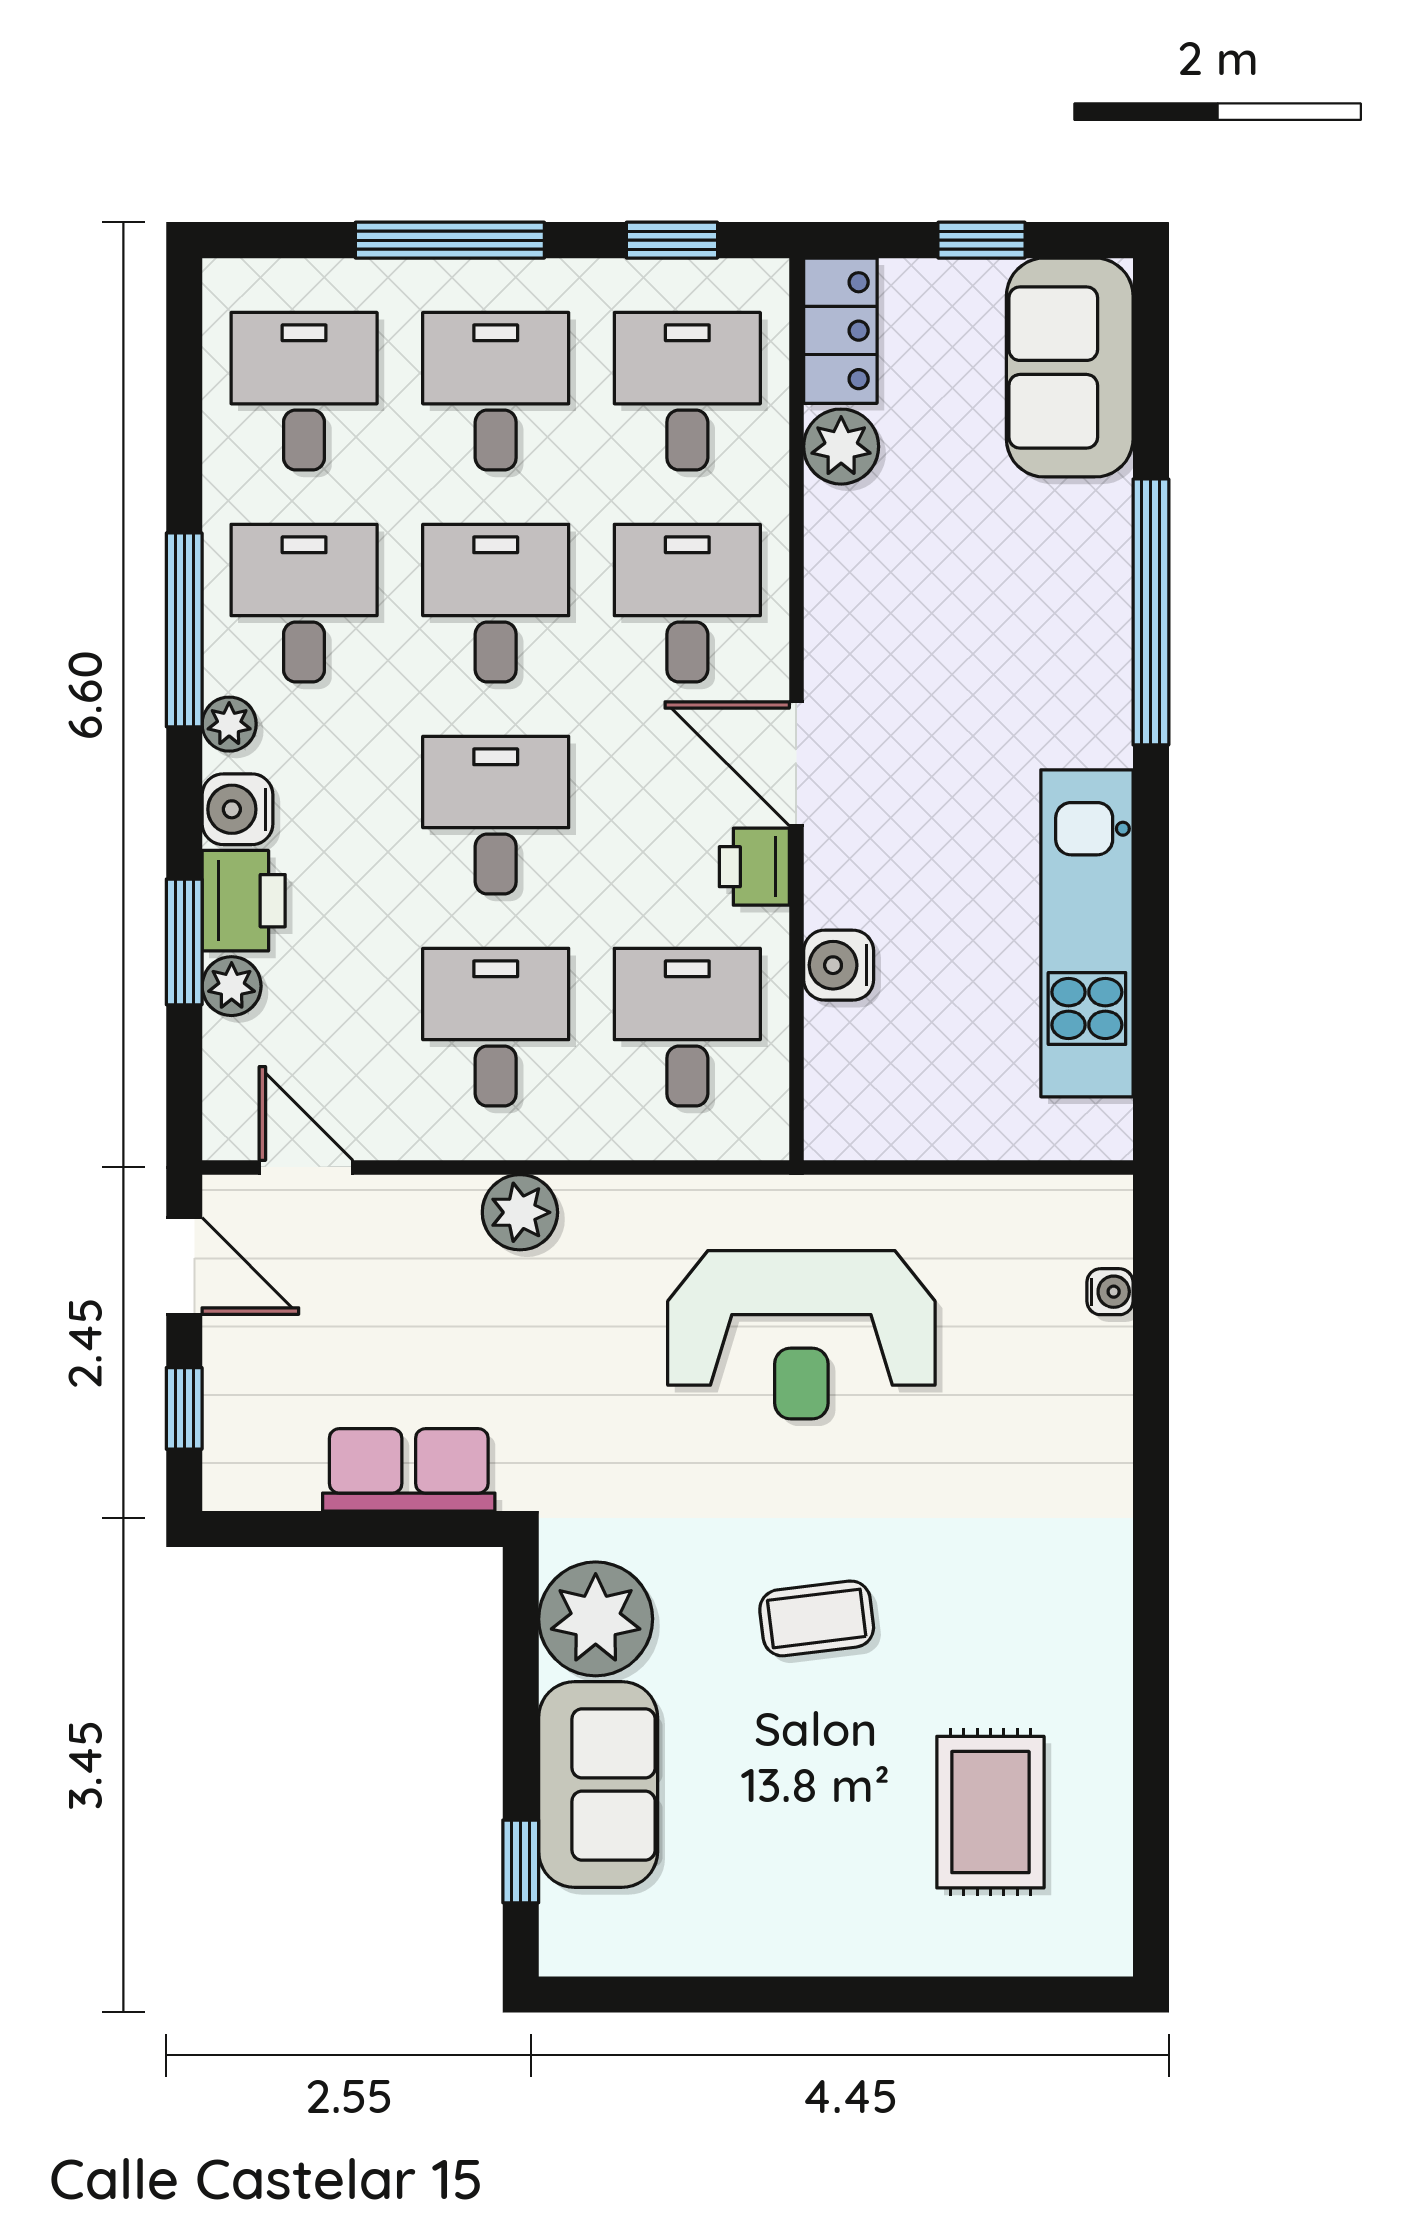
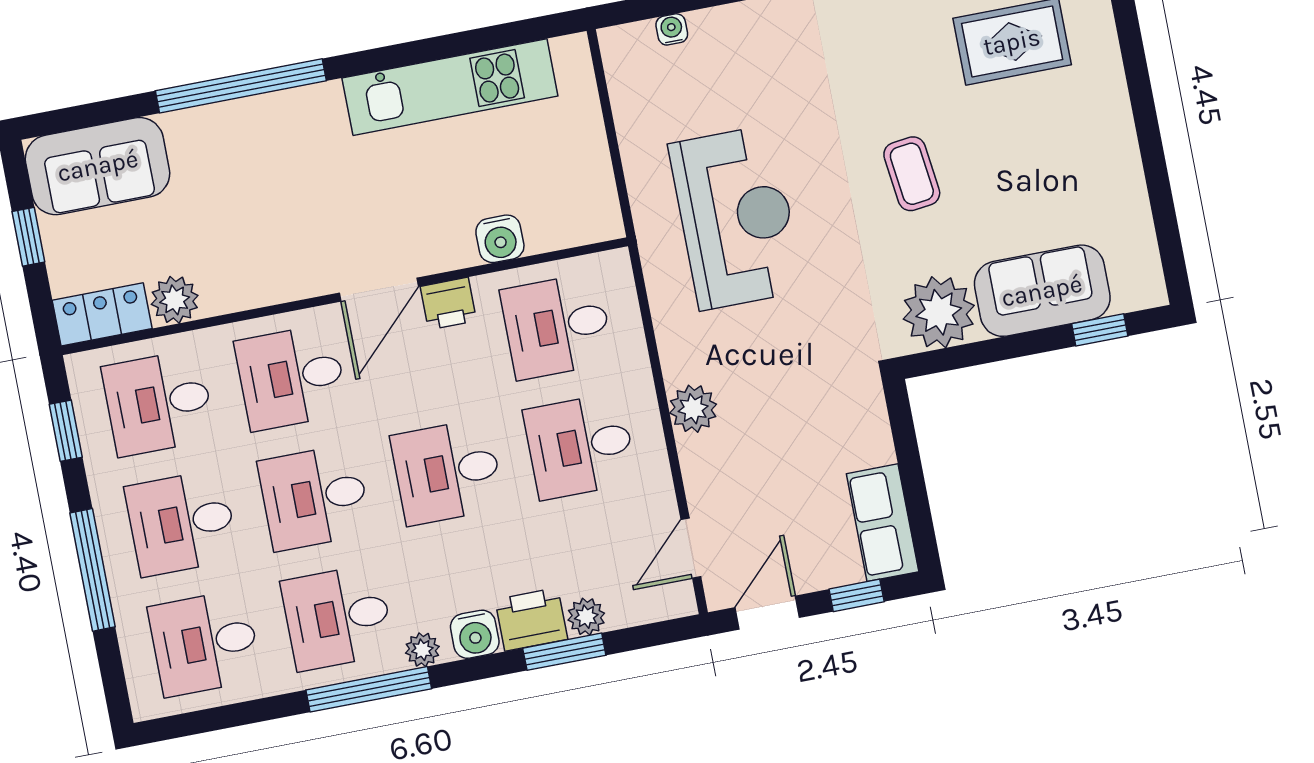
row of seats: (409, 1470) -> (883, 523), moved

